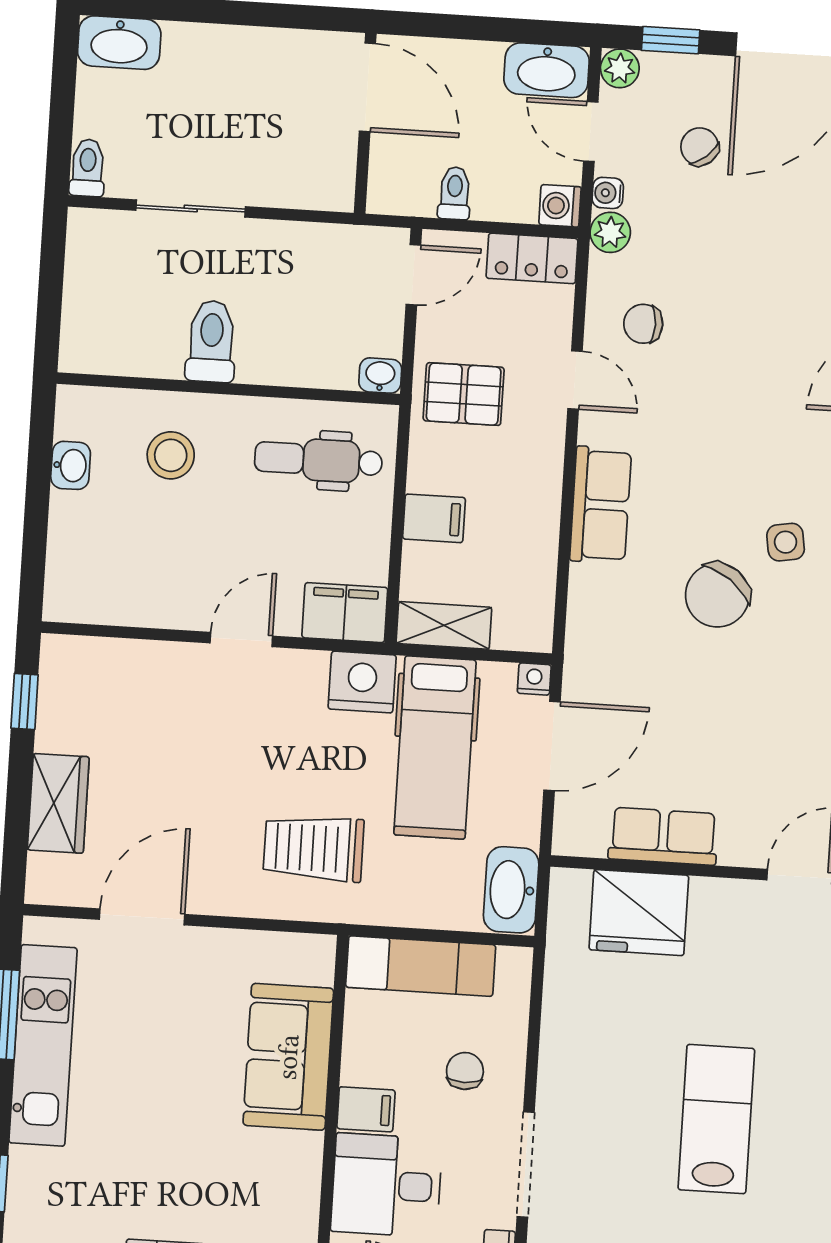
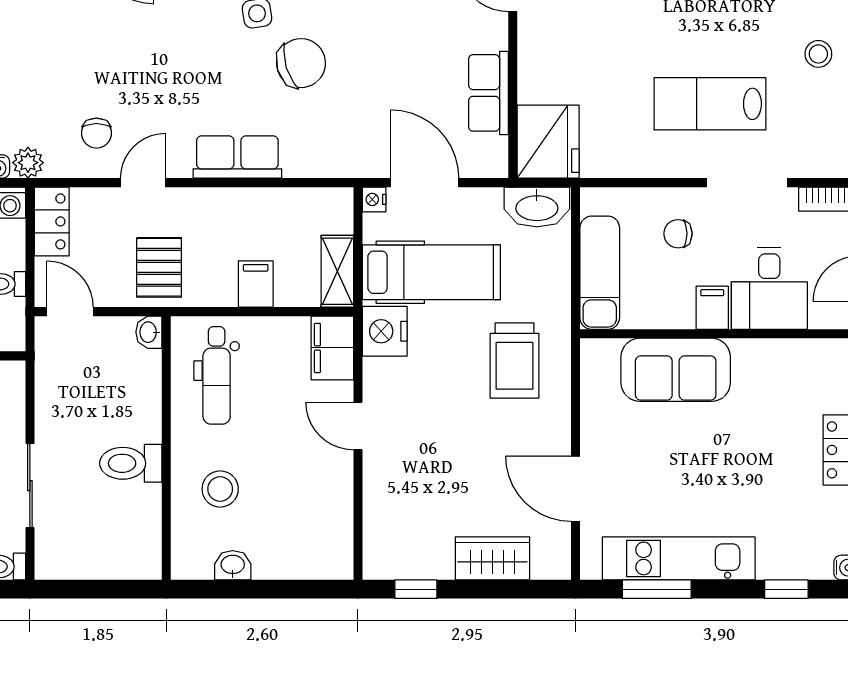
chair: (717, 595) -> (301, 63), turned -54
fridge: (639, 913) -> (548, 142), moved
lab bench: (716, 1119) -> (710, 104), moved

